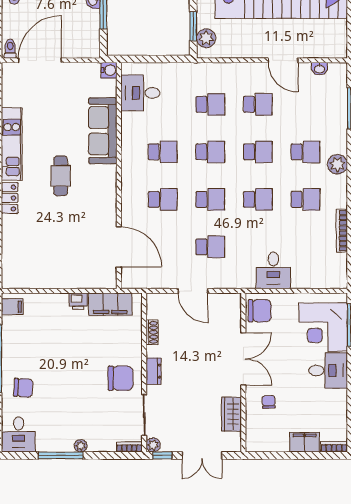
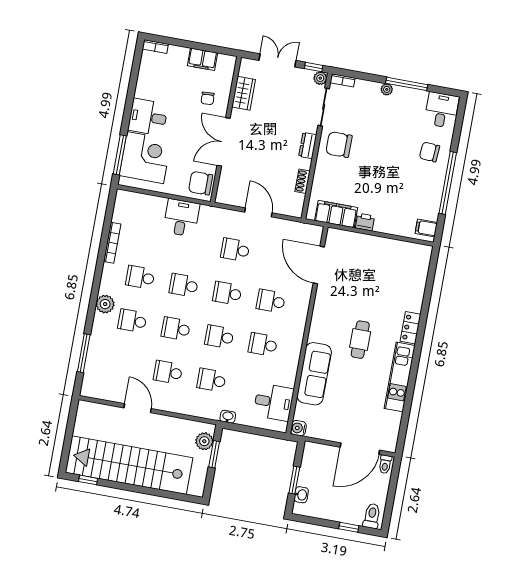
washbasin: (319, 69) -> (228, 417), moved
filing cabinet: (305, 442) -> (202, 59), moved

